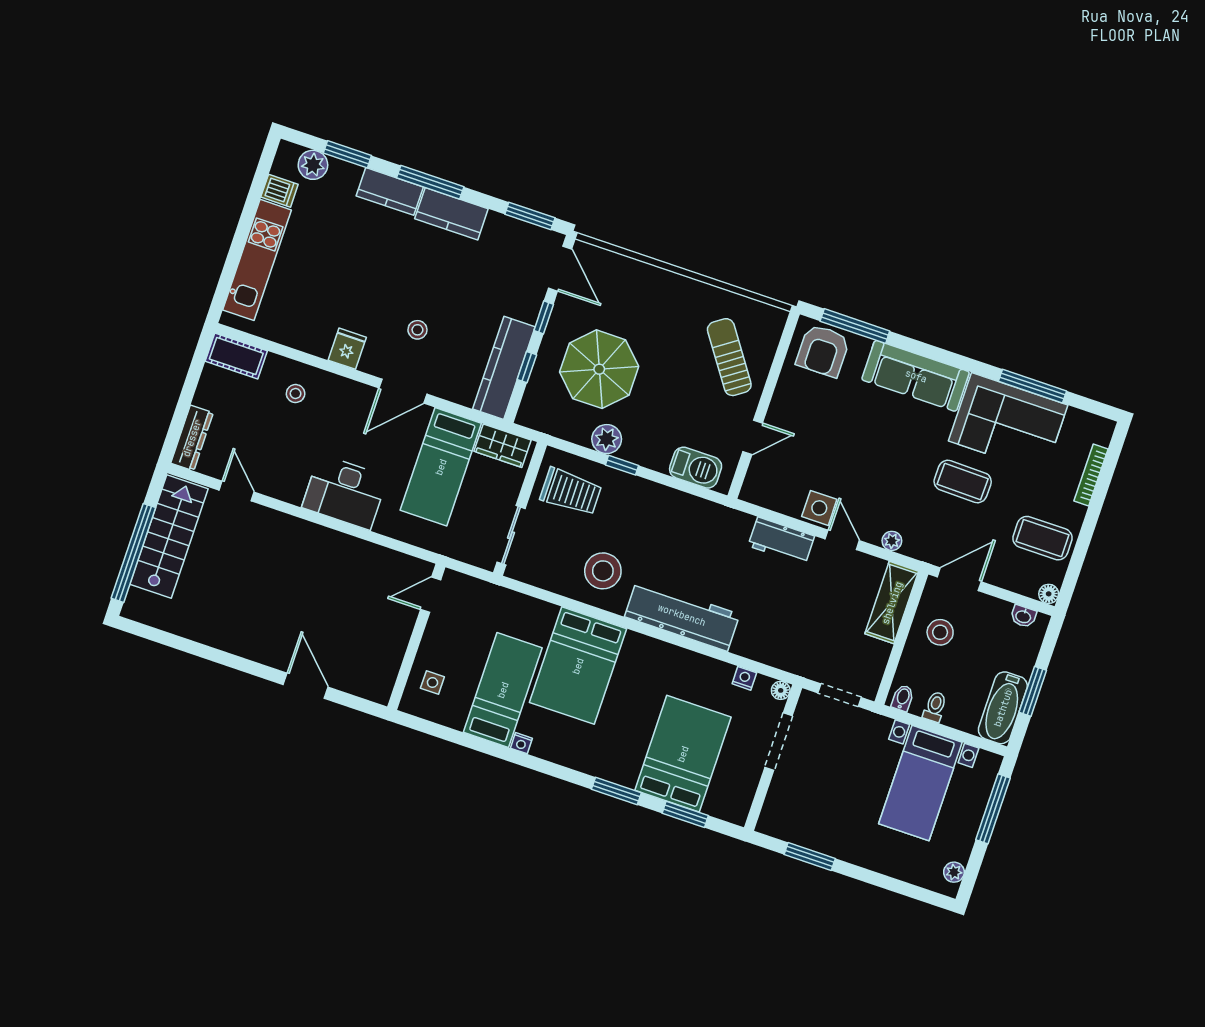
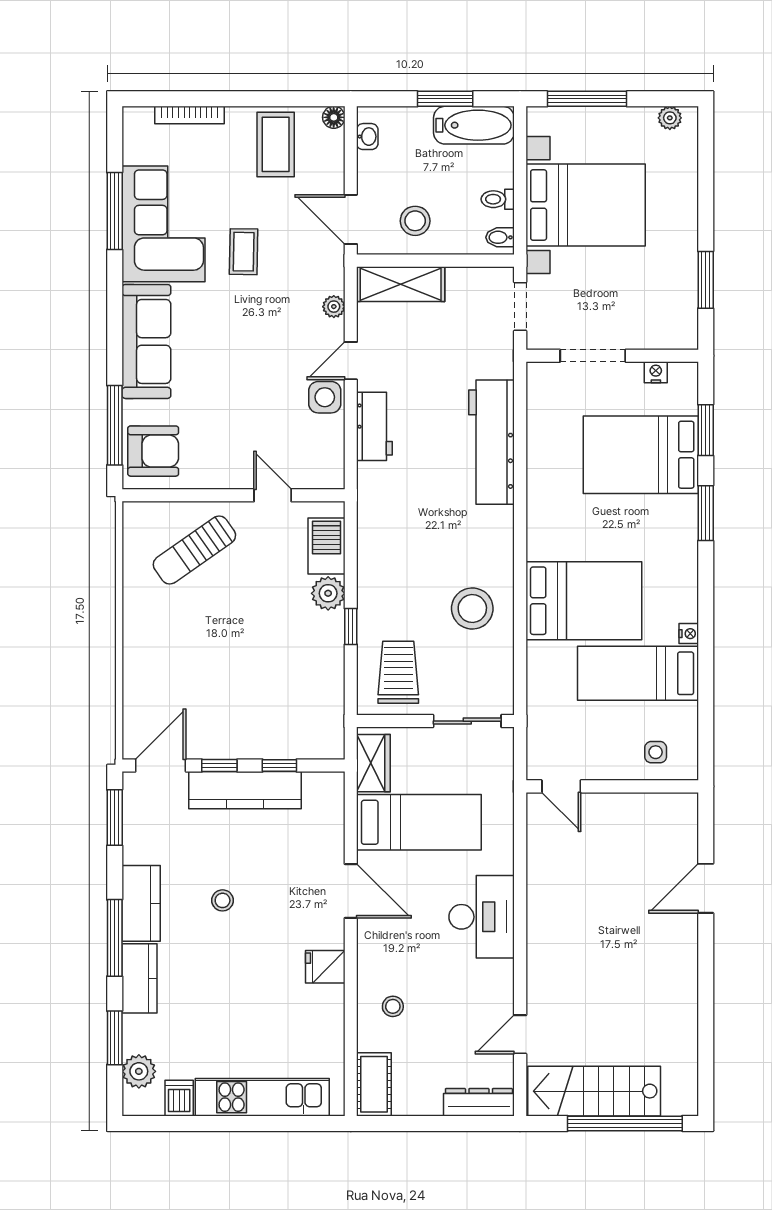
stool: (417, 330) -> (223, 900), moved
kitchen counter: (504, 368) -> (245, 790), moved
parasol: (599, 369) -> (255, 686), removed
plant: (607, 439) -> (328, 593), moved
coffee table: (963, 481) -> (244, 252), width x0.73, depth x0.77
workbench: (682, 615) -> (491, 442), moved
nightstand: (744, 678) -> (656, 372), moved, turned 90
floor lamp: (781, 690) -> (536, 372), removed
bed with nightstands: (920, 783) -> (586, 205), width x1.36

